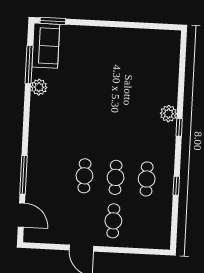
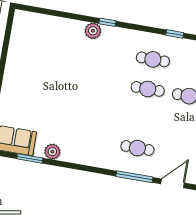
window: (29, 65) -> (30, 158), width x0.69
cafe table: (84, 176) -> (137, 148), moved
window: (176, 186) -> (175, 34), moved

